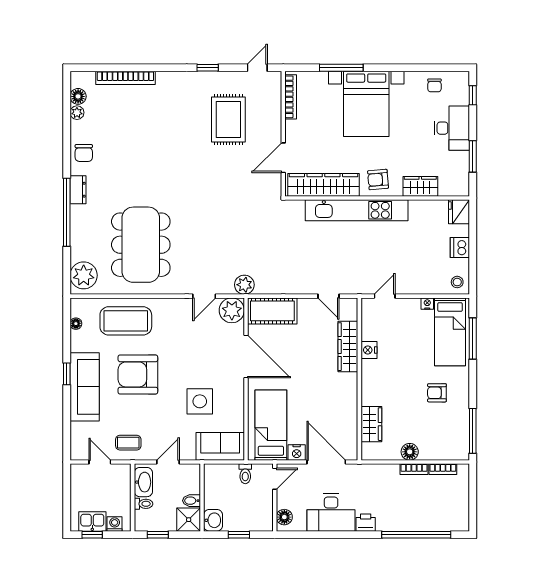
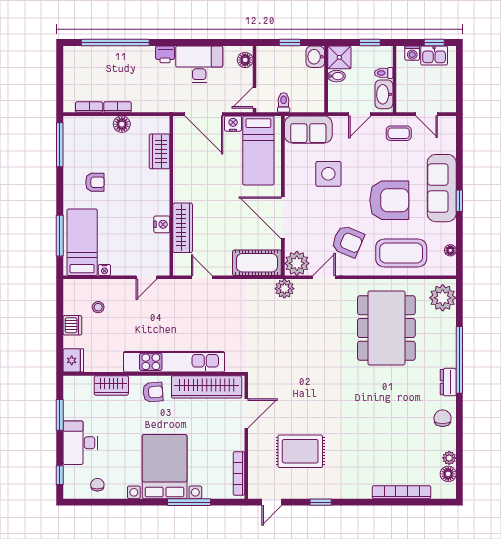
rug: (228, 119) -> (300, 451), turned 90
stool: (457, 282) -> (98, 307), moved
armchair: (180, 333) -> (348, 241), added

